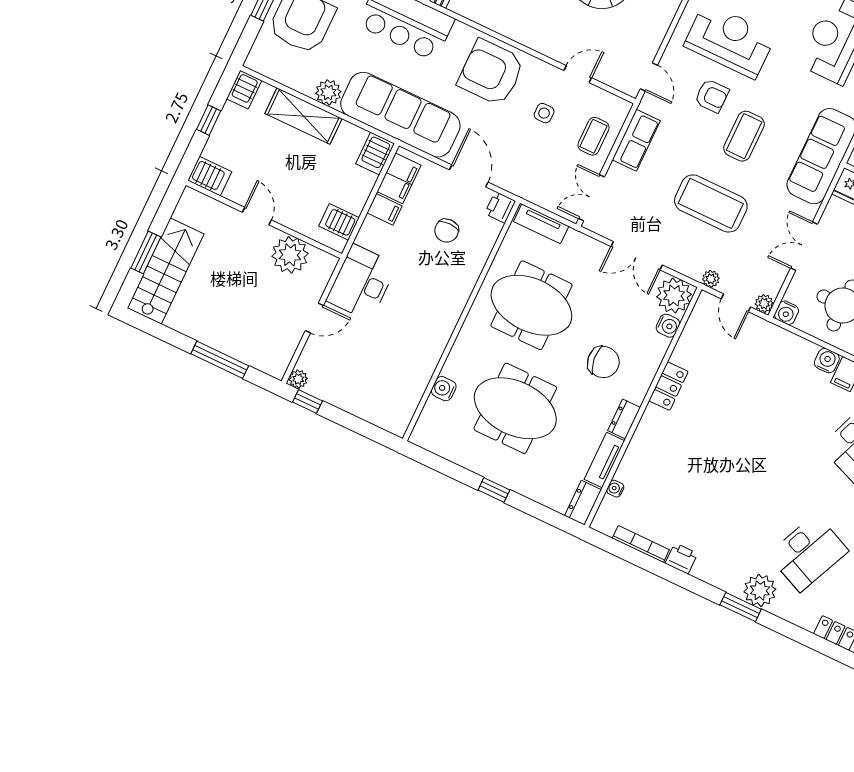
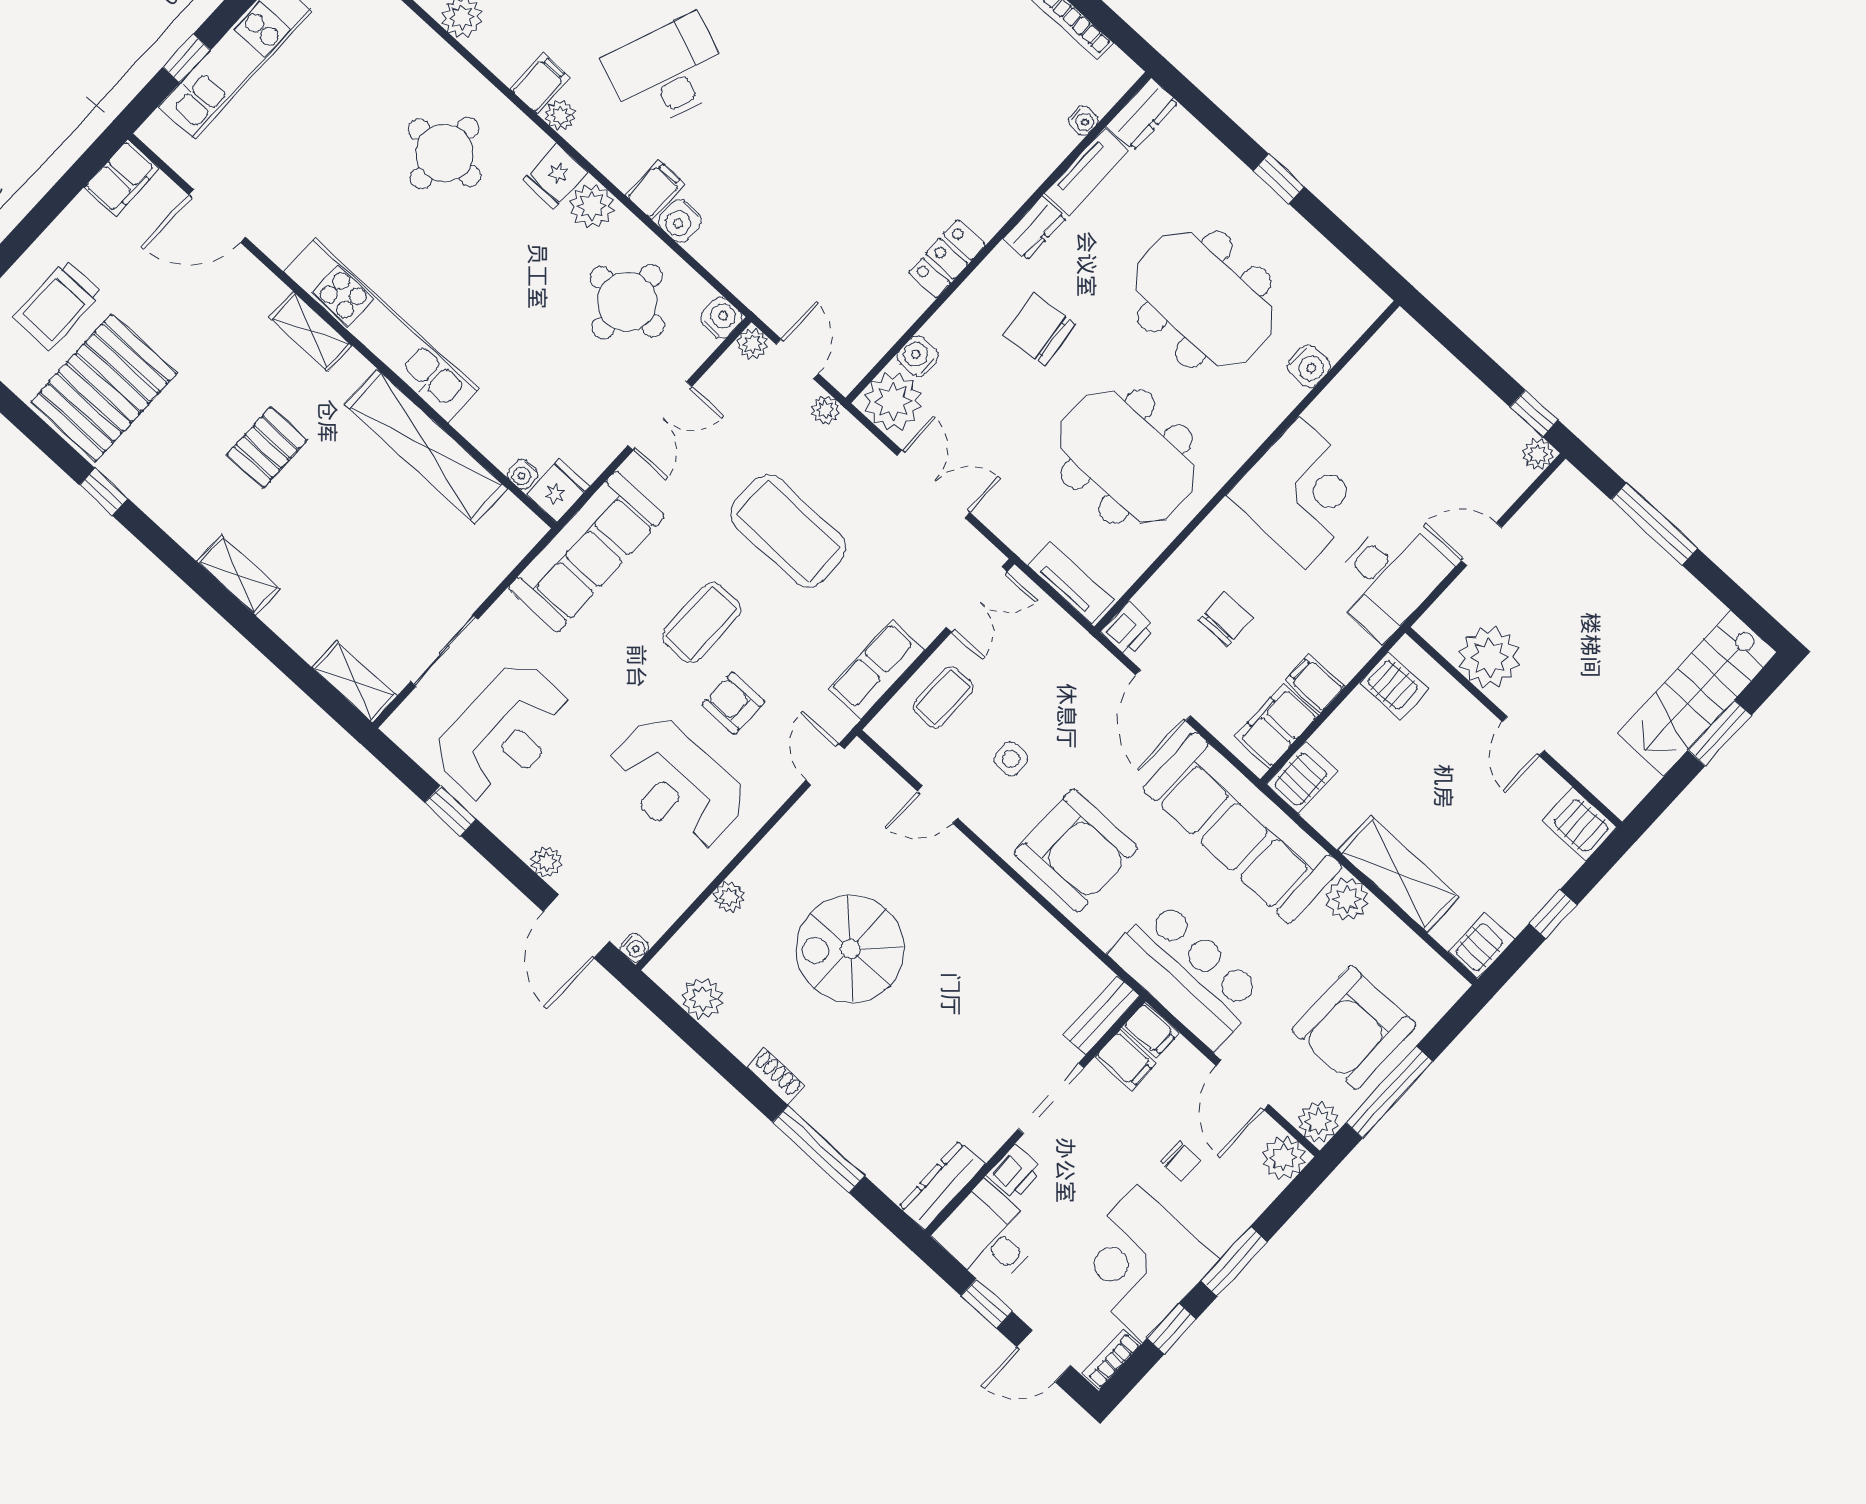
corner desk: (425, 316) -> (1302, 492), added

